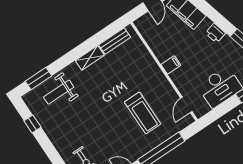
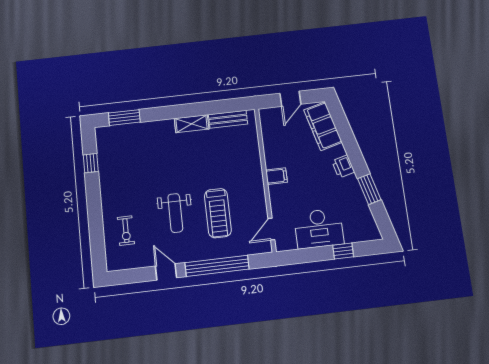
weight bench: (59, 92) -> (175, 213), moved, turned -90

